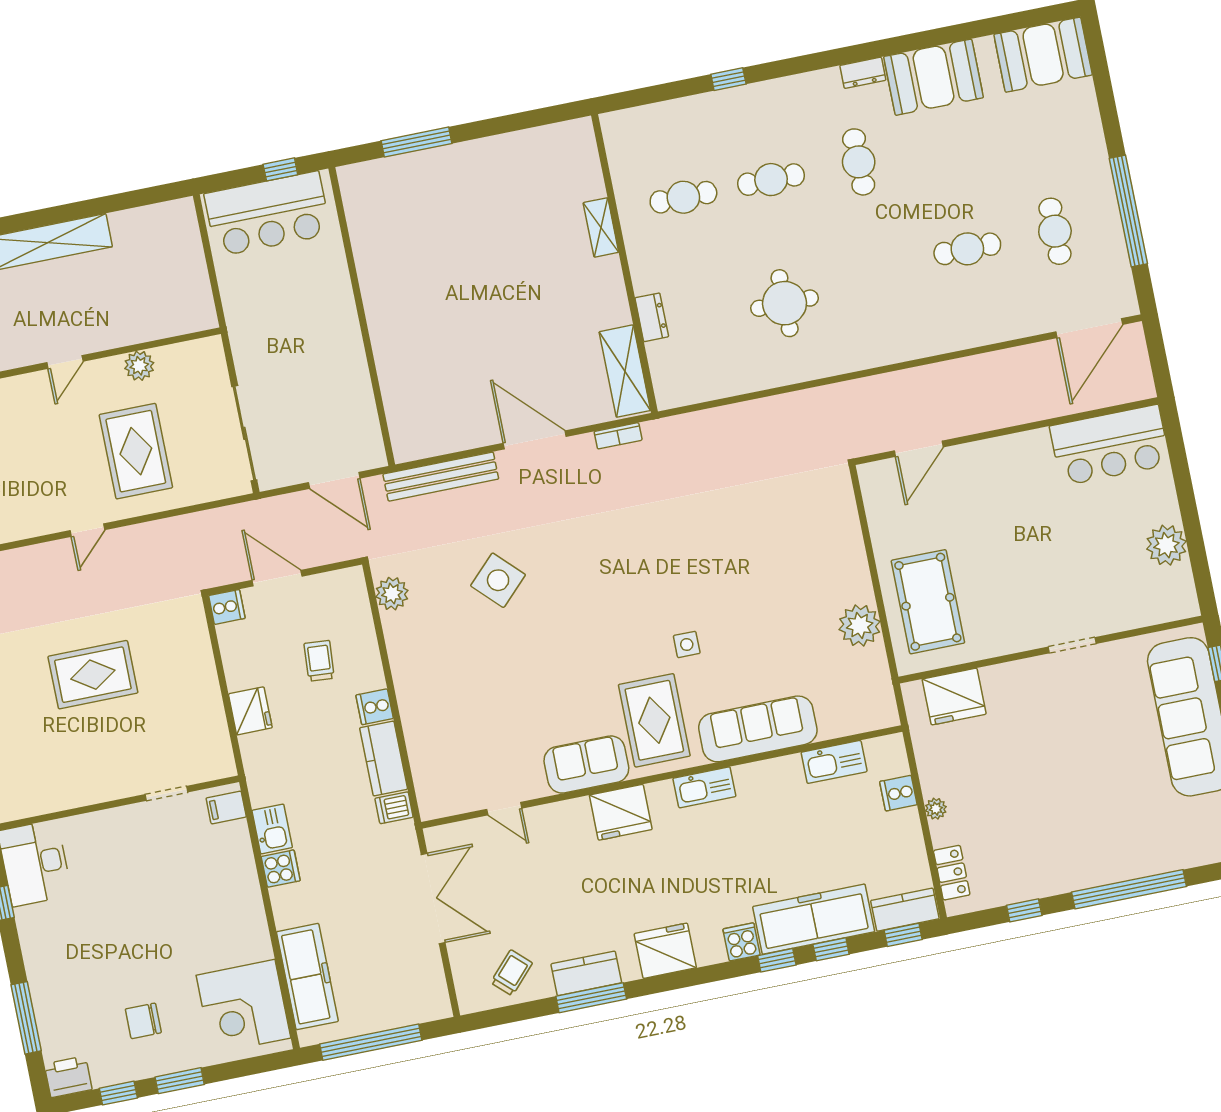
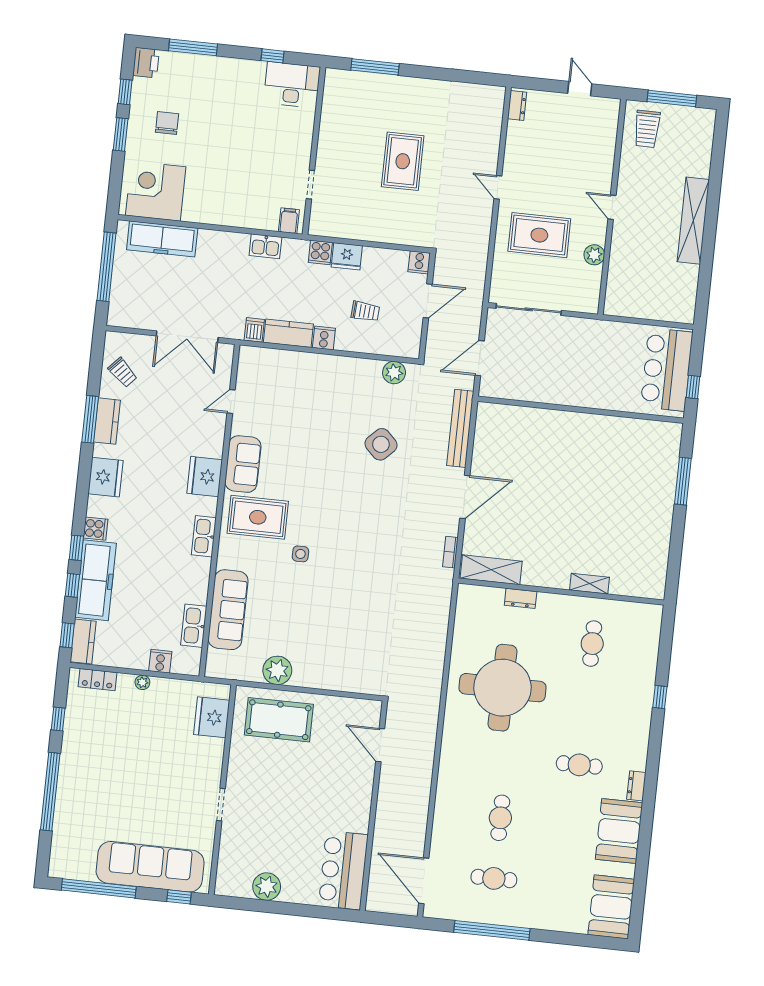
cafe table: (771, 180) -> (586, 704), removed
round table: (785, 303) -> (503, 688), width x1.86, depth x1.86
sofa: (758, 729) -> (228, 610), moved
cooker: (281, 869) -> (320, 252), moved

